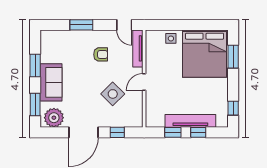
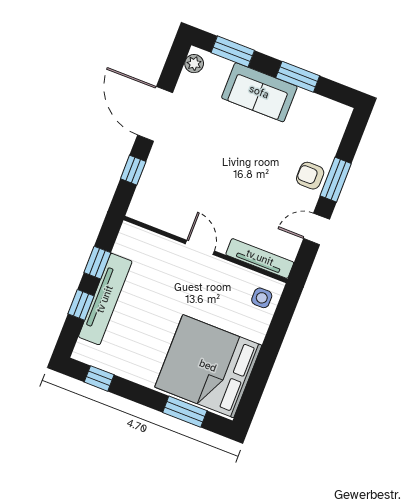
door: (124, 25) -> (317, 229), moved
side table: (171, 38) -> (262, 298), moved
armchair: (101, 54) -> (310, 176), moved, turned 90
side table: (113, 94) -> (200, 187), removed
plant: (54, 118) -> (194, 64), width x0.53, depth x0.53

